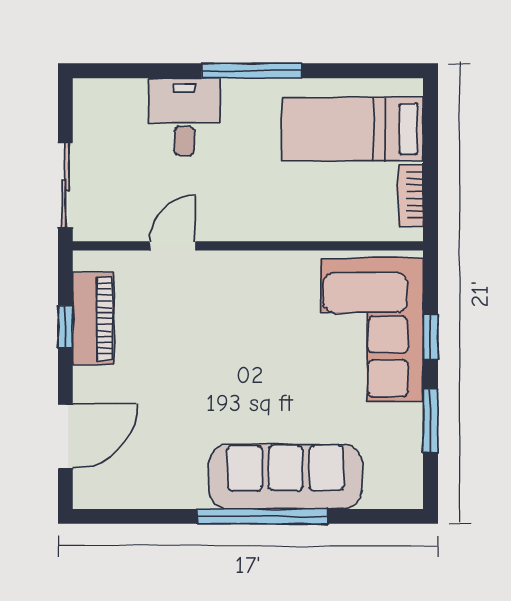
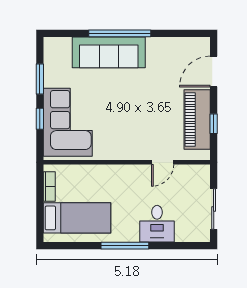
sliding door: (65, 185) -> (214, 209), moved
piano: (93, 319) -> (197, 120), width x1.37, depth x1.33

